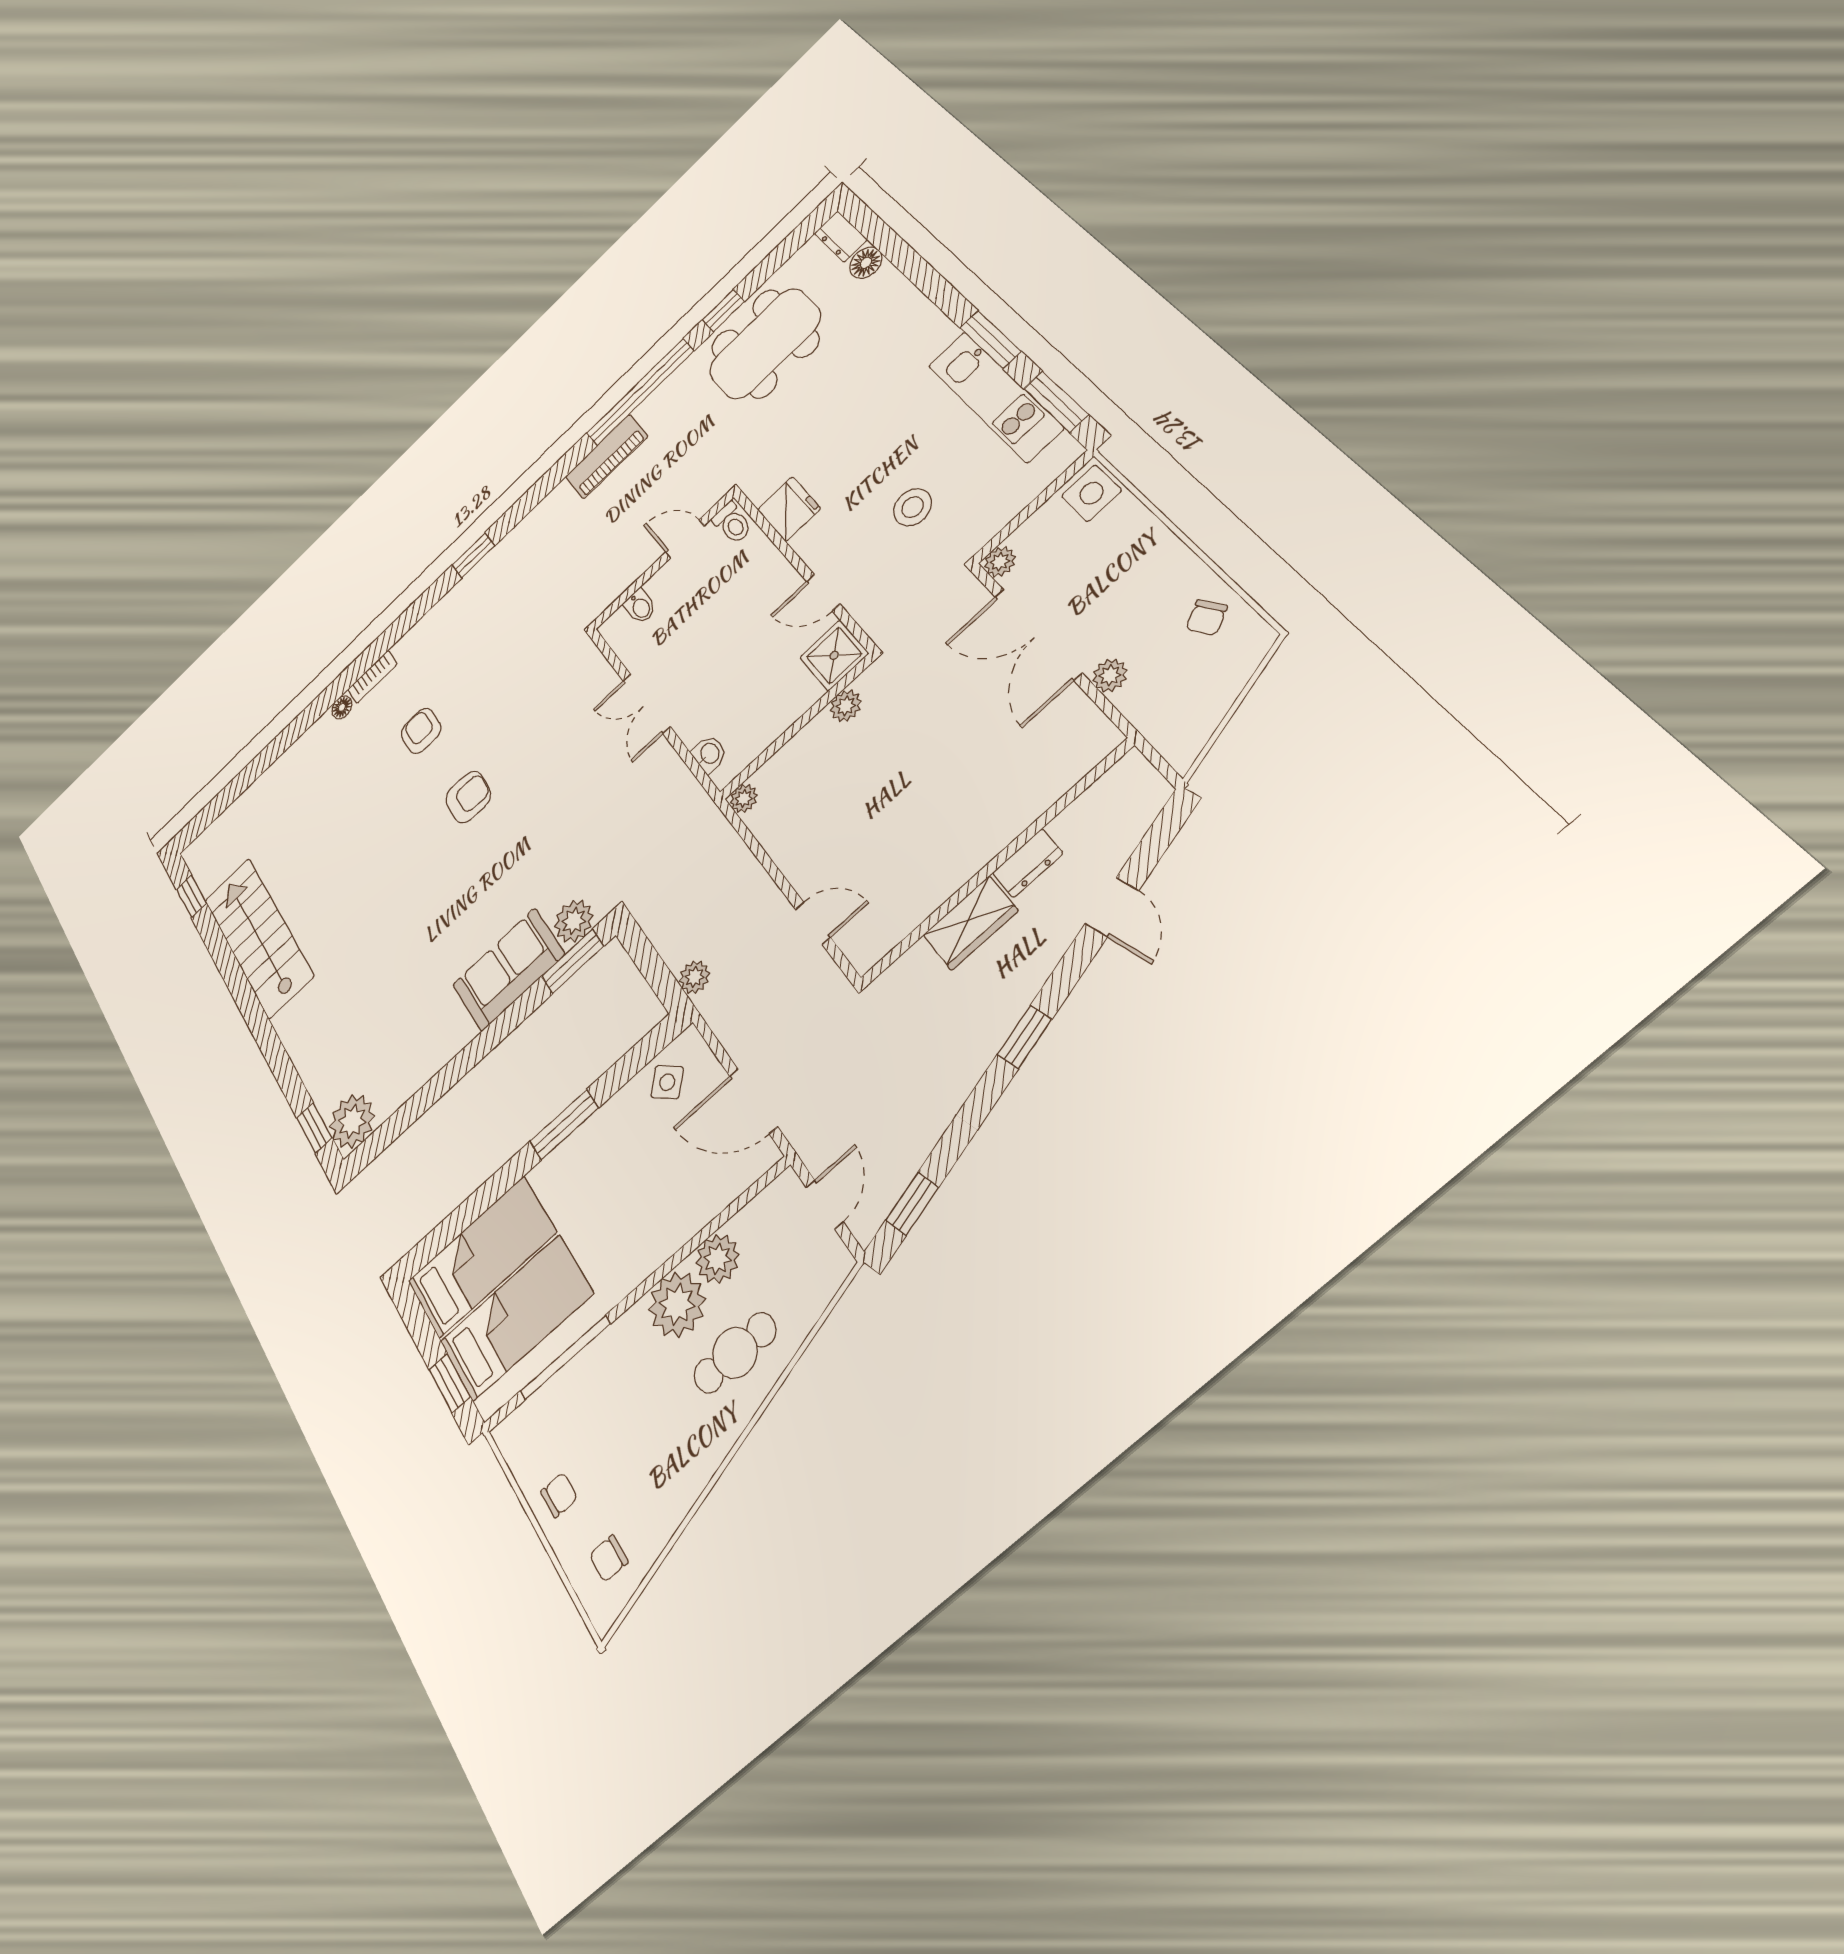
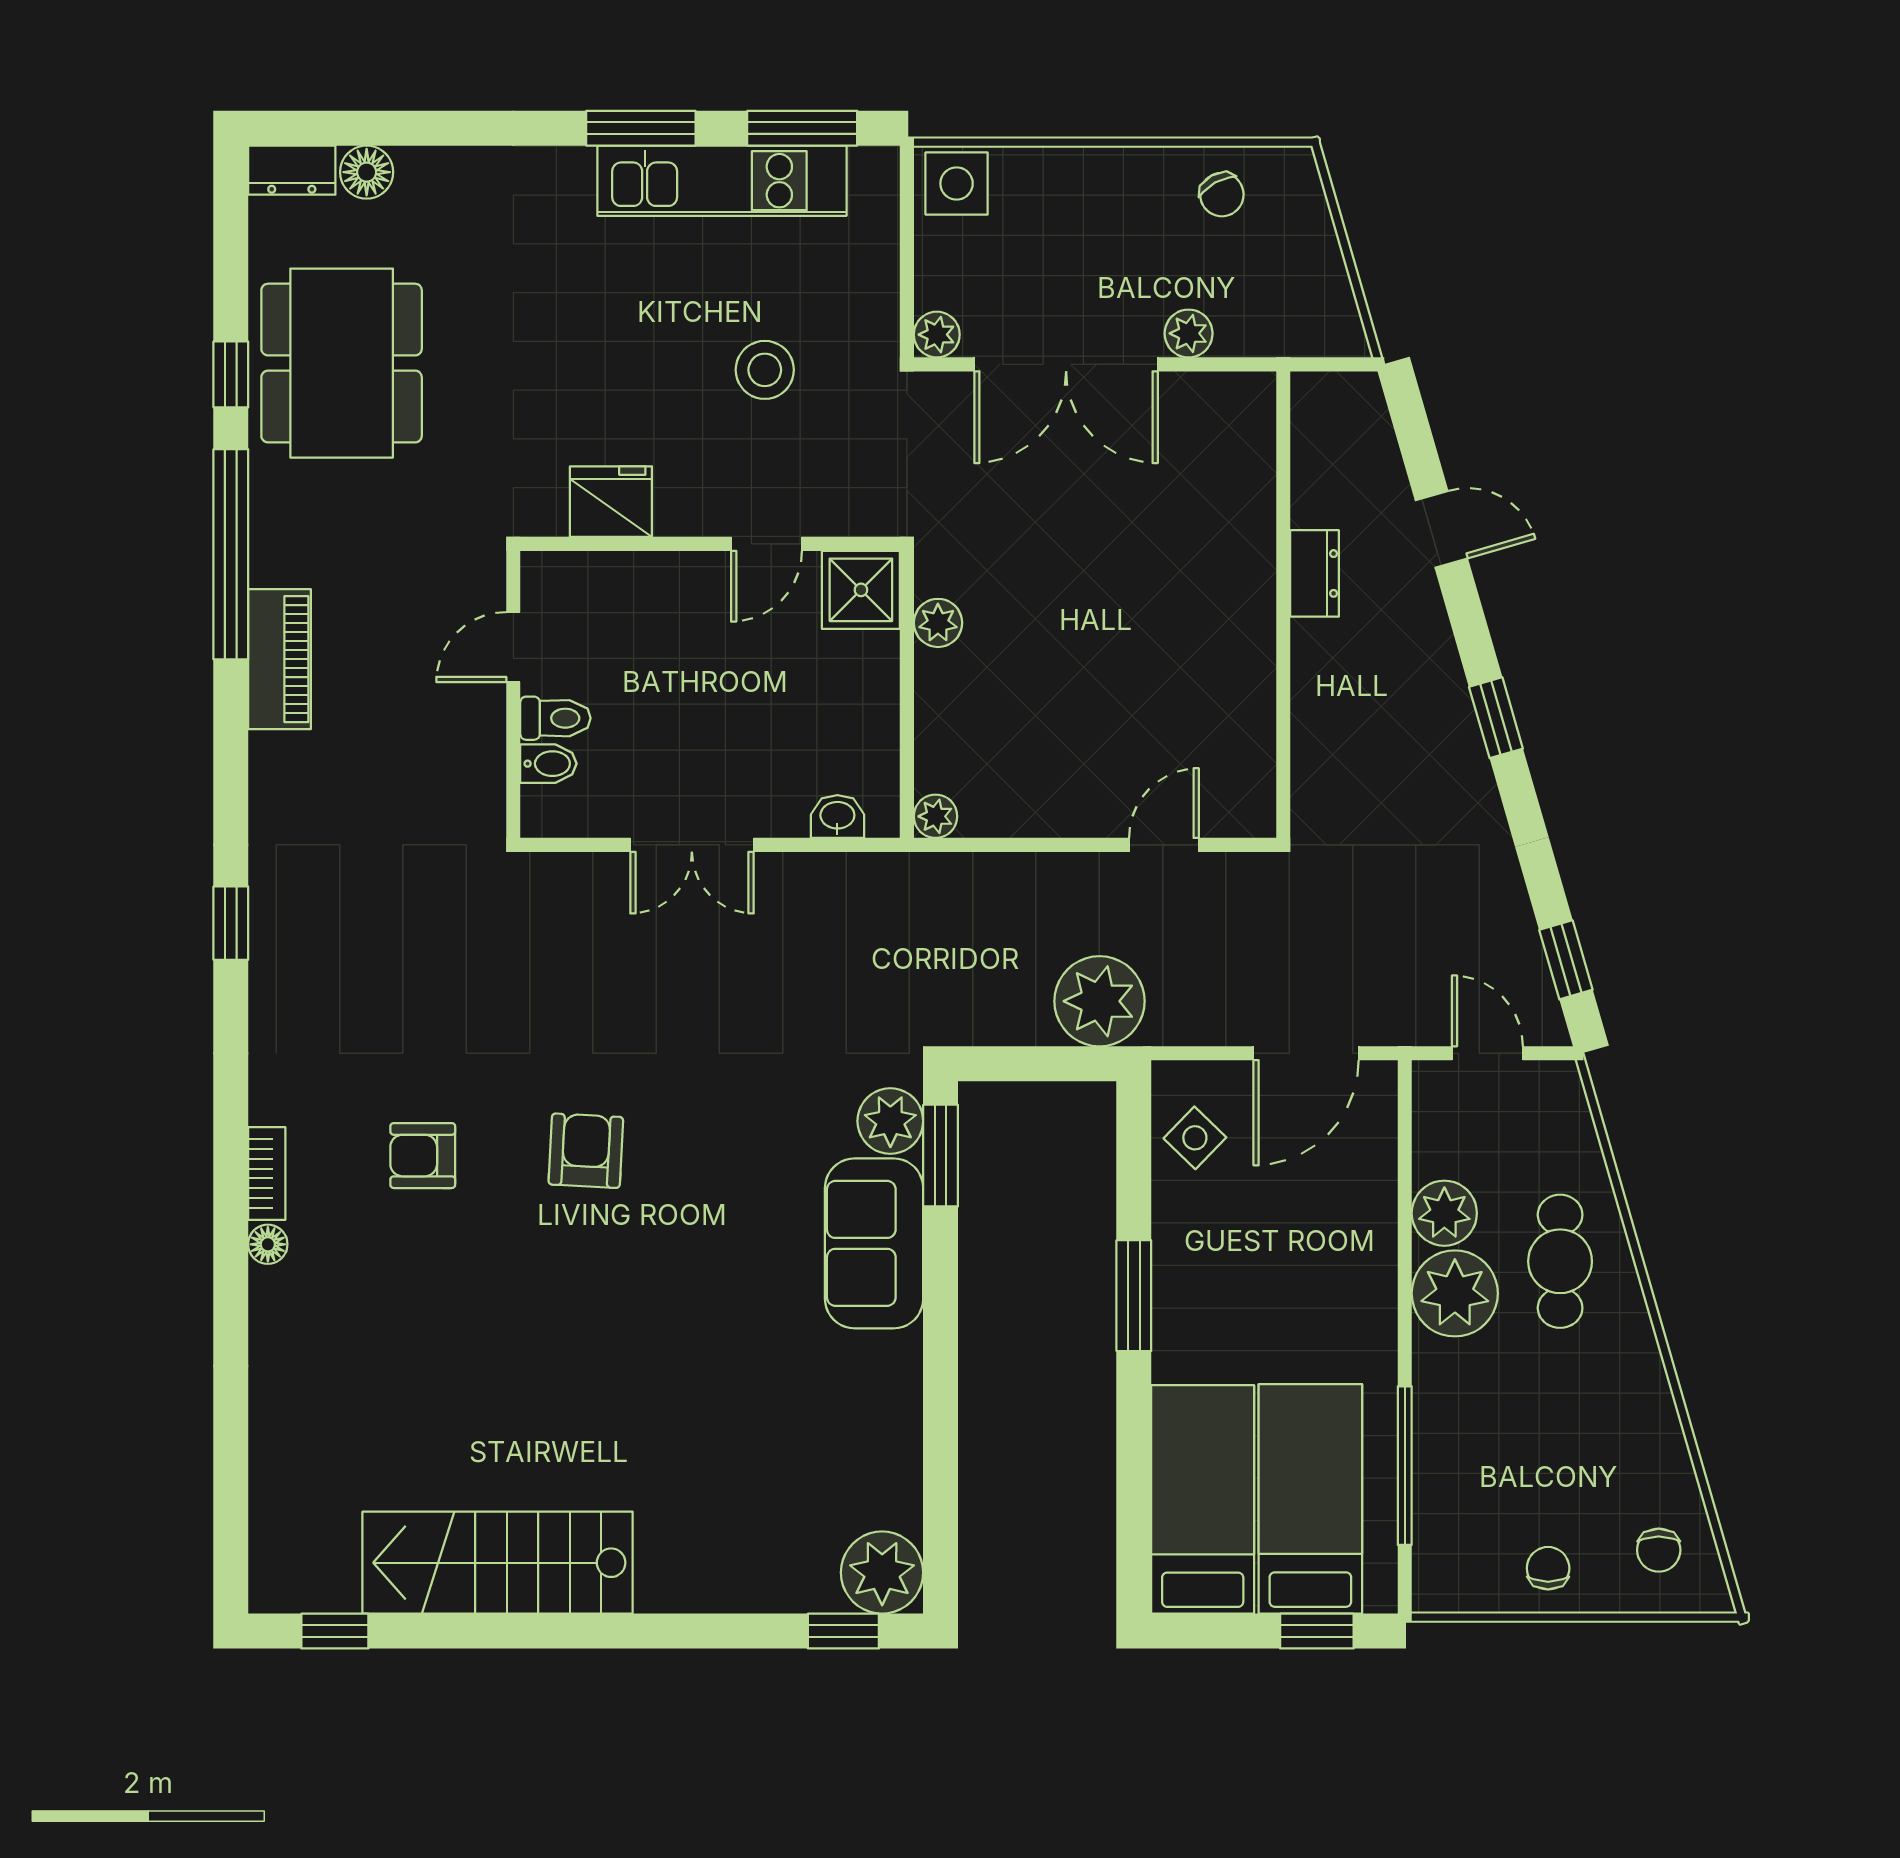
toilet: (732, 523) -> (555, 718), moved
wardrobe: (970, 923) -> (1324, 680), removed
plant: (694, 977) -> (1099, 1001), width x1.87, depth x1.87

